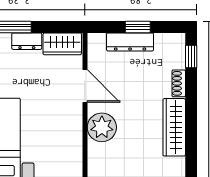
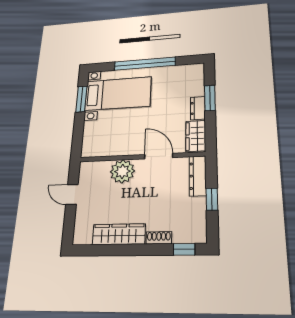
dresser: (130, 42) -> (198, 176), moved
door: (85, 86) -> (159, 156), swing flipped

